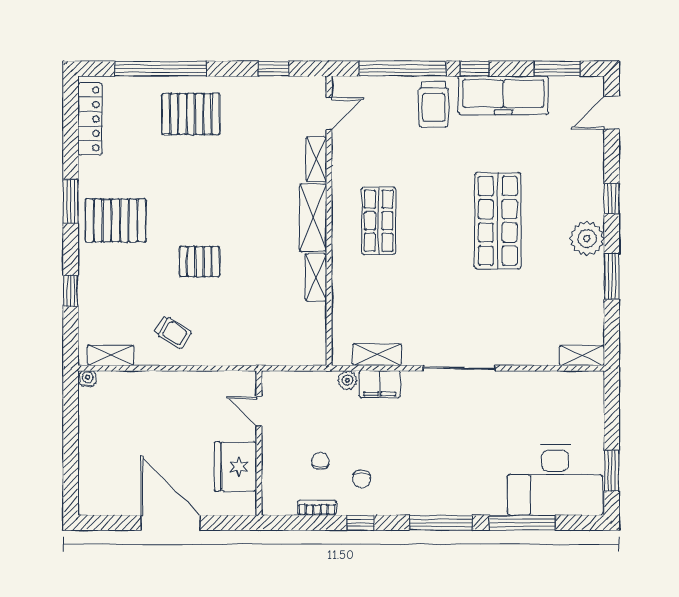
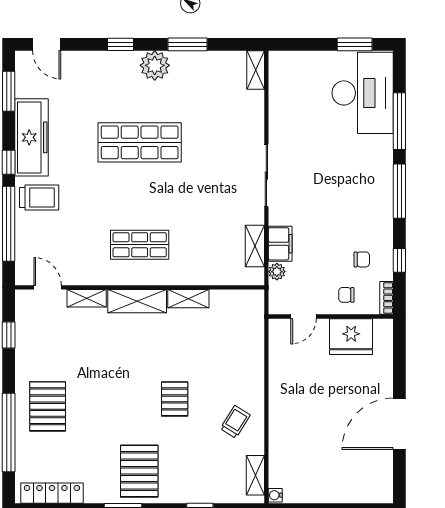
door: (259, 411) -> (304, 316), moved
wall: (259, 443) -> (331, 316), moved
fridge: (236, 467) -> (351, 337), moved

